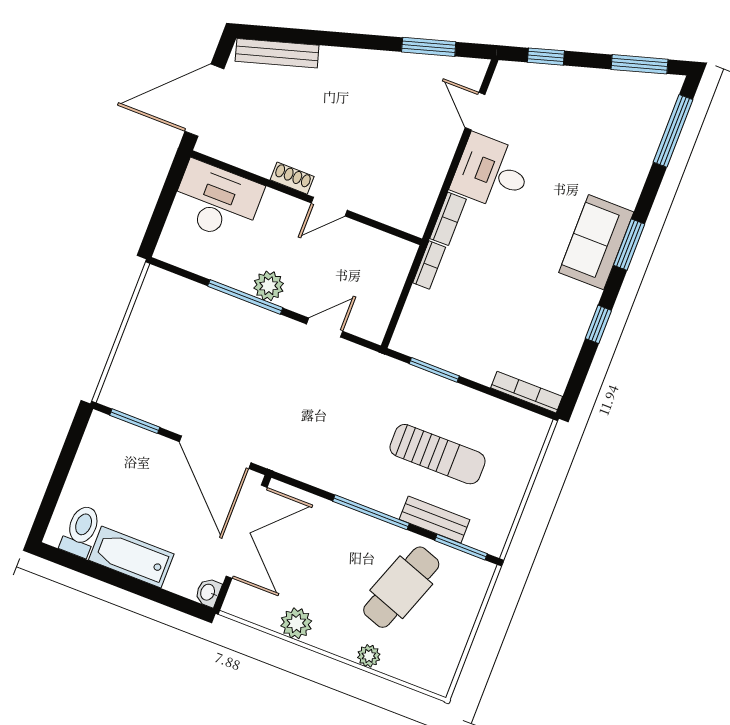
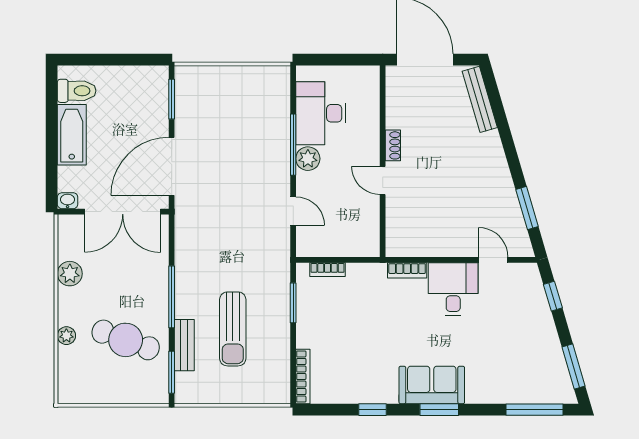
door: (475, 111) -> (493, 260), hinge flipped
desk: (217, 201) -> (321, 113), moved, turned 180
bookcase: (429, 265) -> (328, 270), moved

